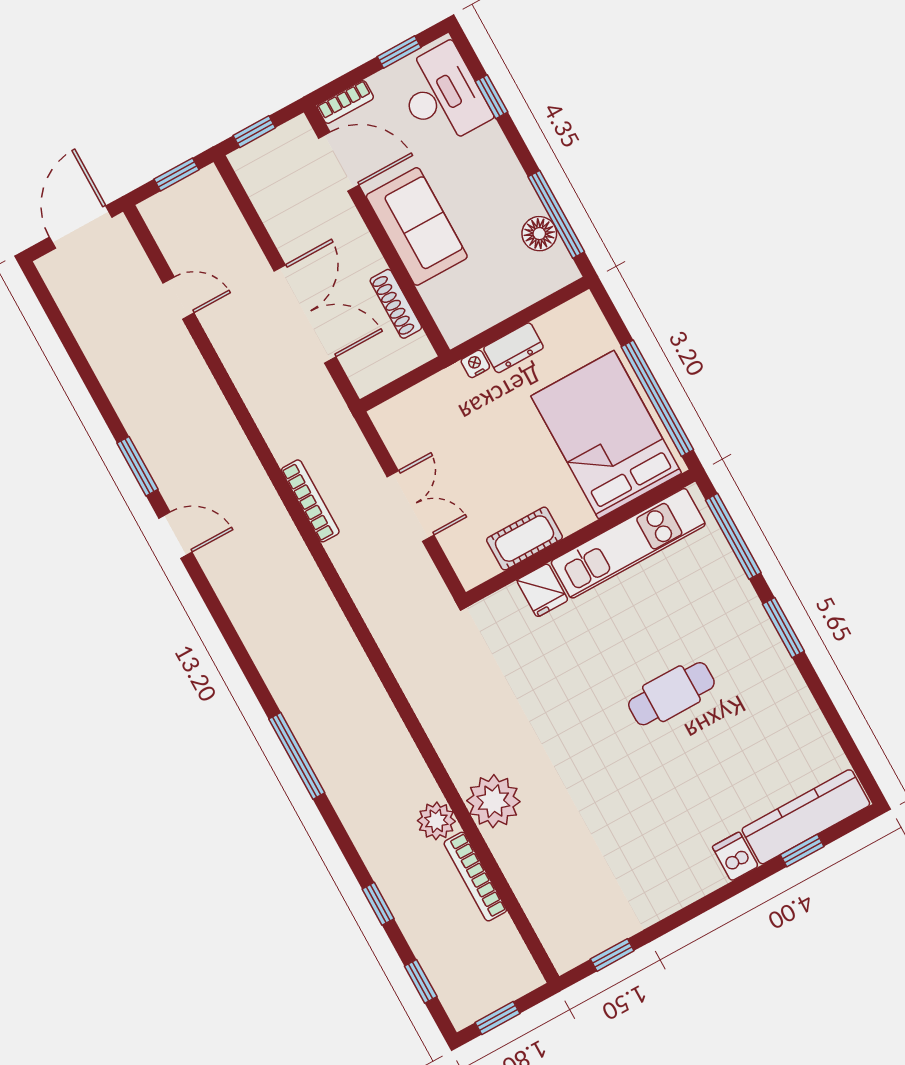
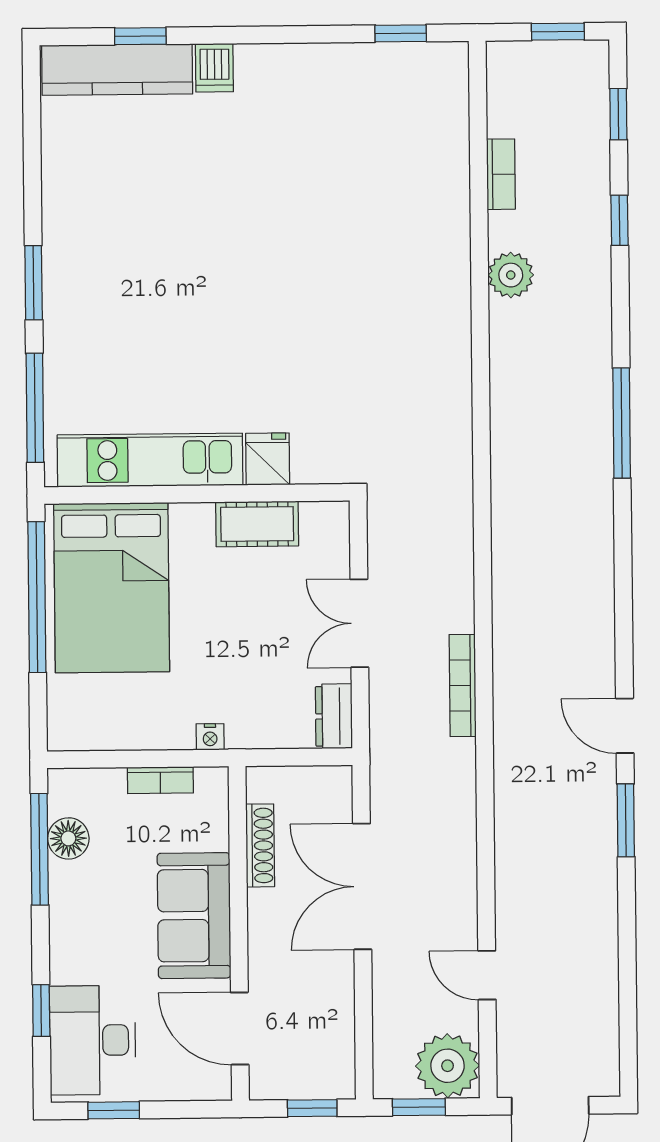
bookcase: (345, 102) -> (160, 780), moved, turned 180
dresser: (513, 348) -> (334, 716), moved, turned -90
cafe table: (671, 694) -> (190, 276), removed
plant: (493, 801) -> (448, 1066), moved
bookcase: (475, 877) -> (501, 174), width x0.64

